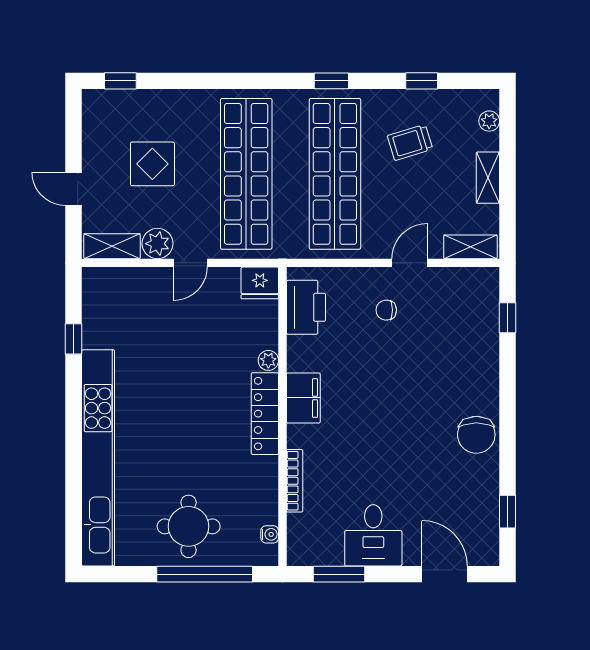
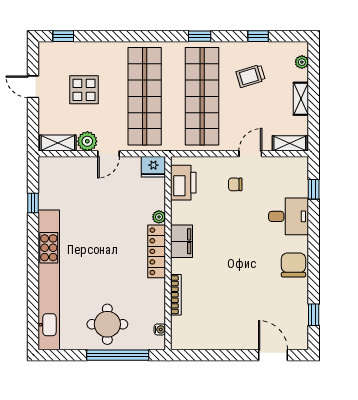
door: (74, 189) -> (33, 87), moved
chair: (476, 435) -> (293, 265), turned 180
desk: (373, 535) -> (289, 216), moved, turned -90
window: (339, 574) -> (205, 355), removed

